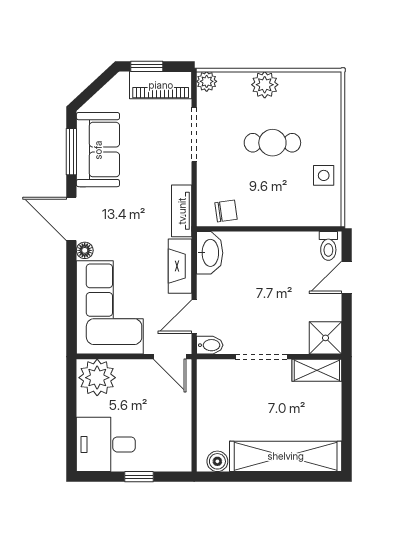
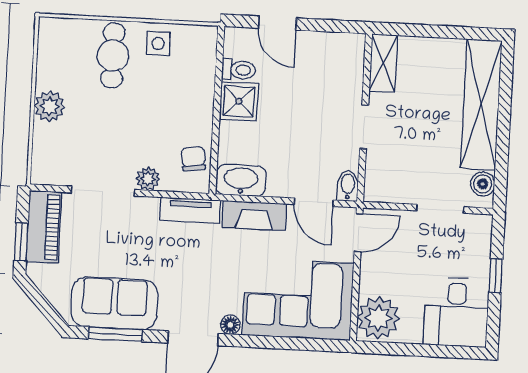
plant: (207, 81) -> (148, 179), moved
cafe table: (272, 143) -> (113, 55), moved
toilet: (328, 246) -> (239, 70), moved
shower: (326, 338) -> (239, 101), moved
doorway: (261, 357) -> (364, 127), width x0.73
doorway: (194, 426) -> (440, 209), added

